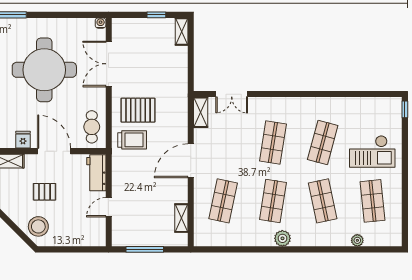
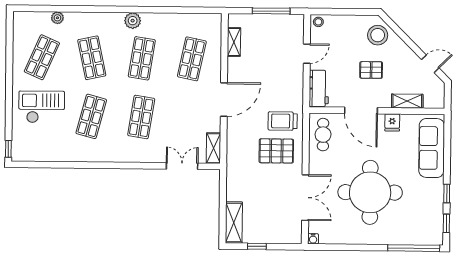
shelving: (182, 32) -> (234, 223), width x1.50, depth x1.33
shop shelf: (372, 201) -> (42, 57), turned 30
stool: (98, 239) -> (318, 22), added

